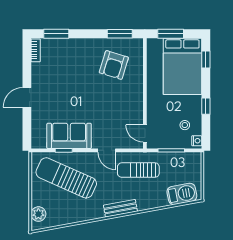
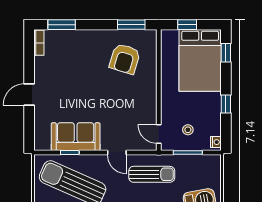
window: (171, 34) -> (187, 25), width x0.67
stool: (185, 125) -> (188, 130), moved
sun lounger: (138, 170) -> (152, 174), turned 180

